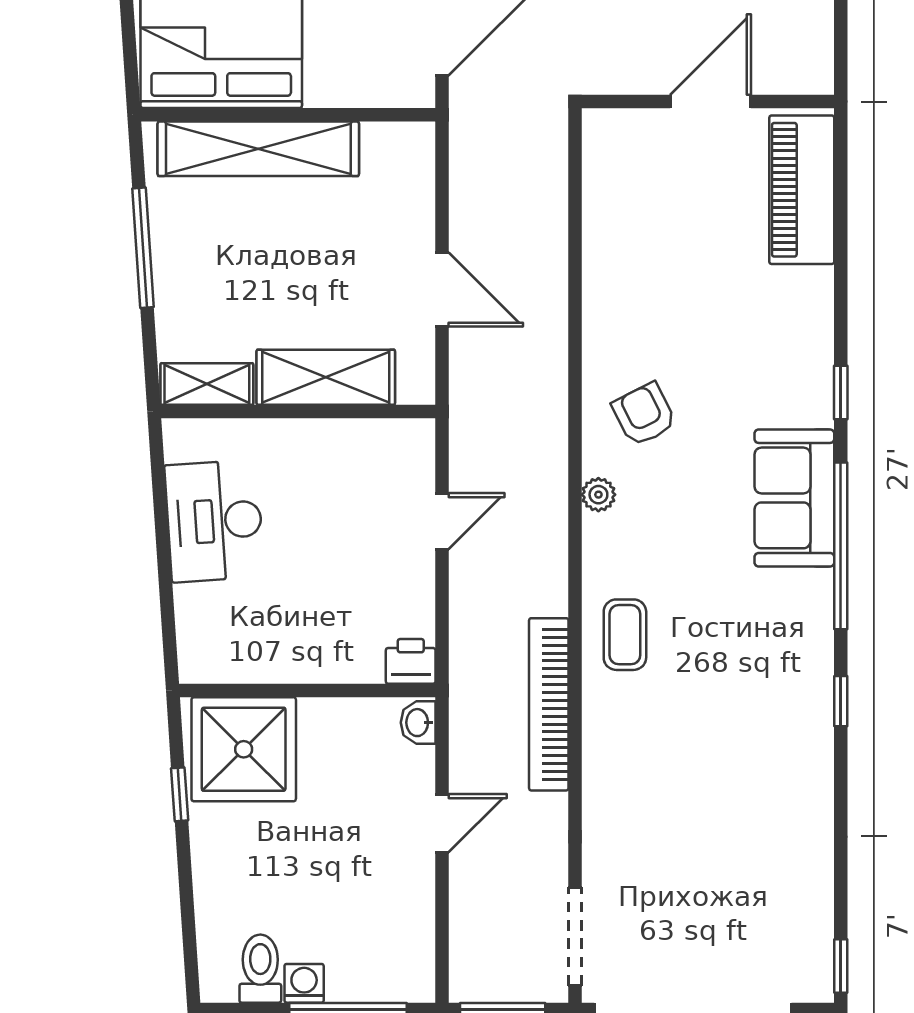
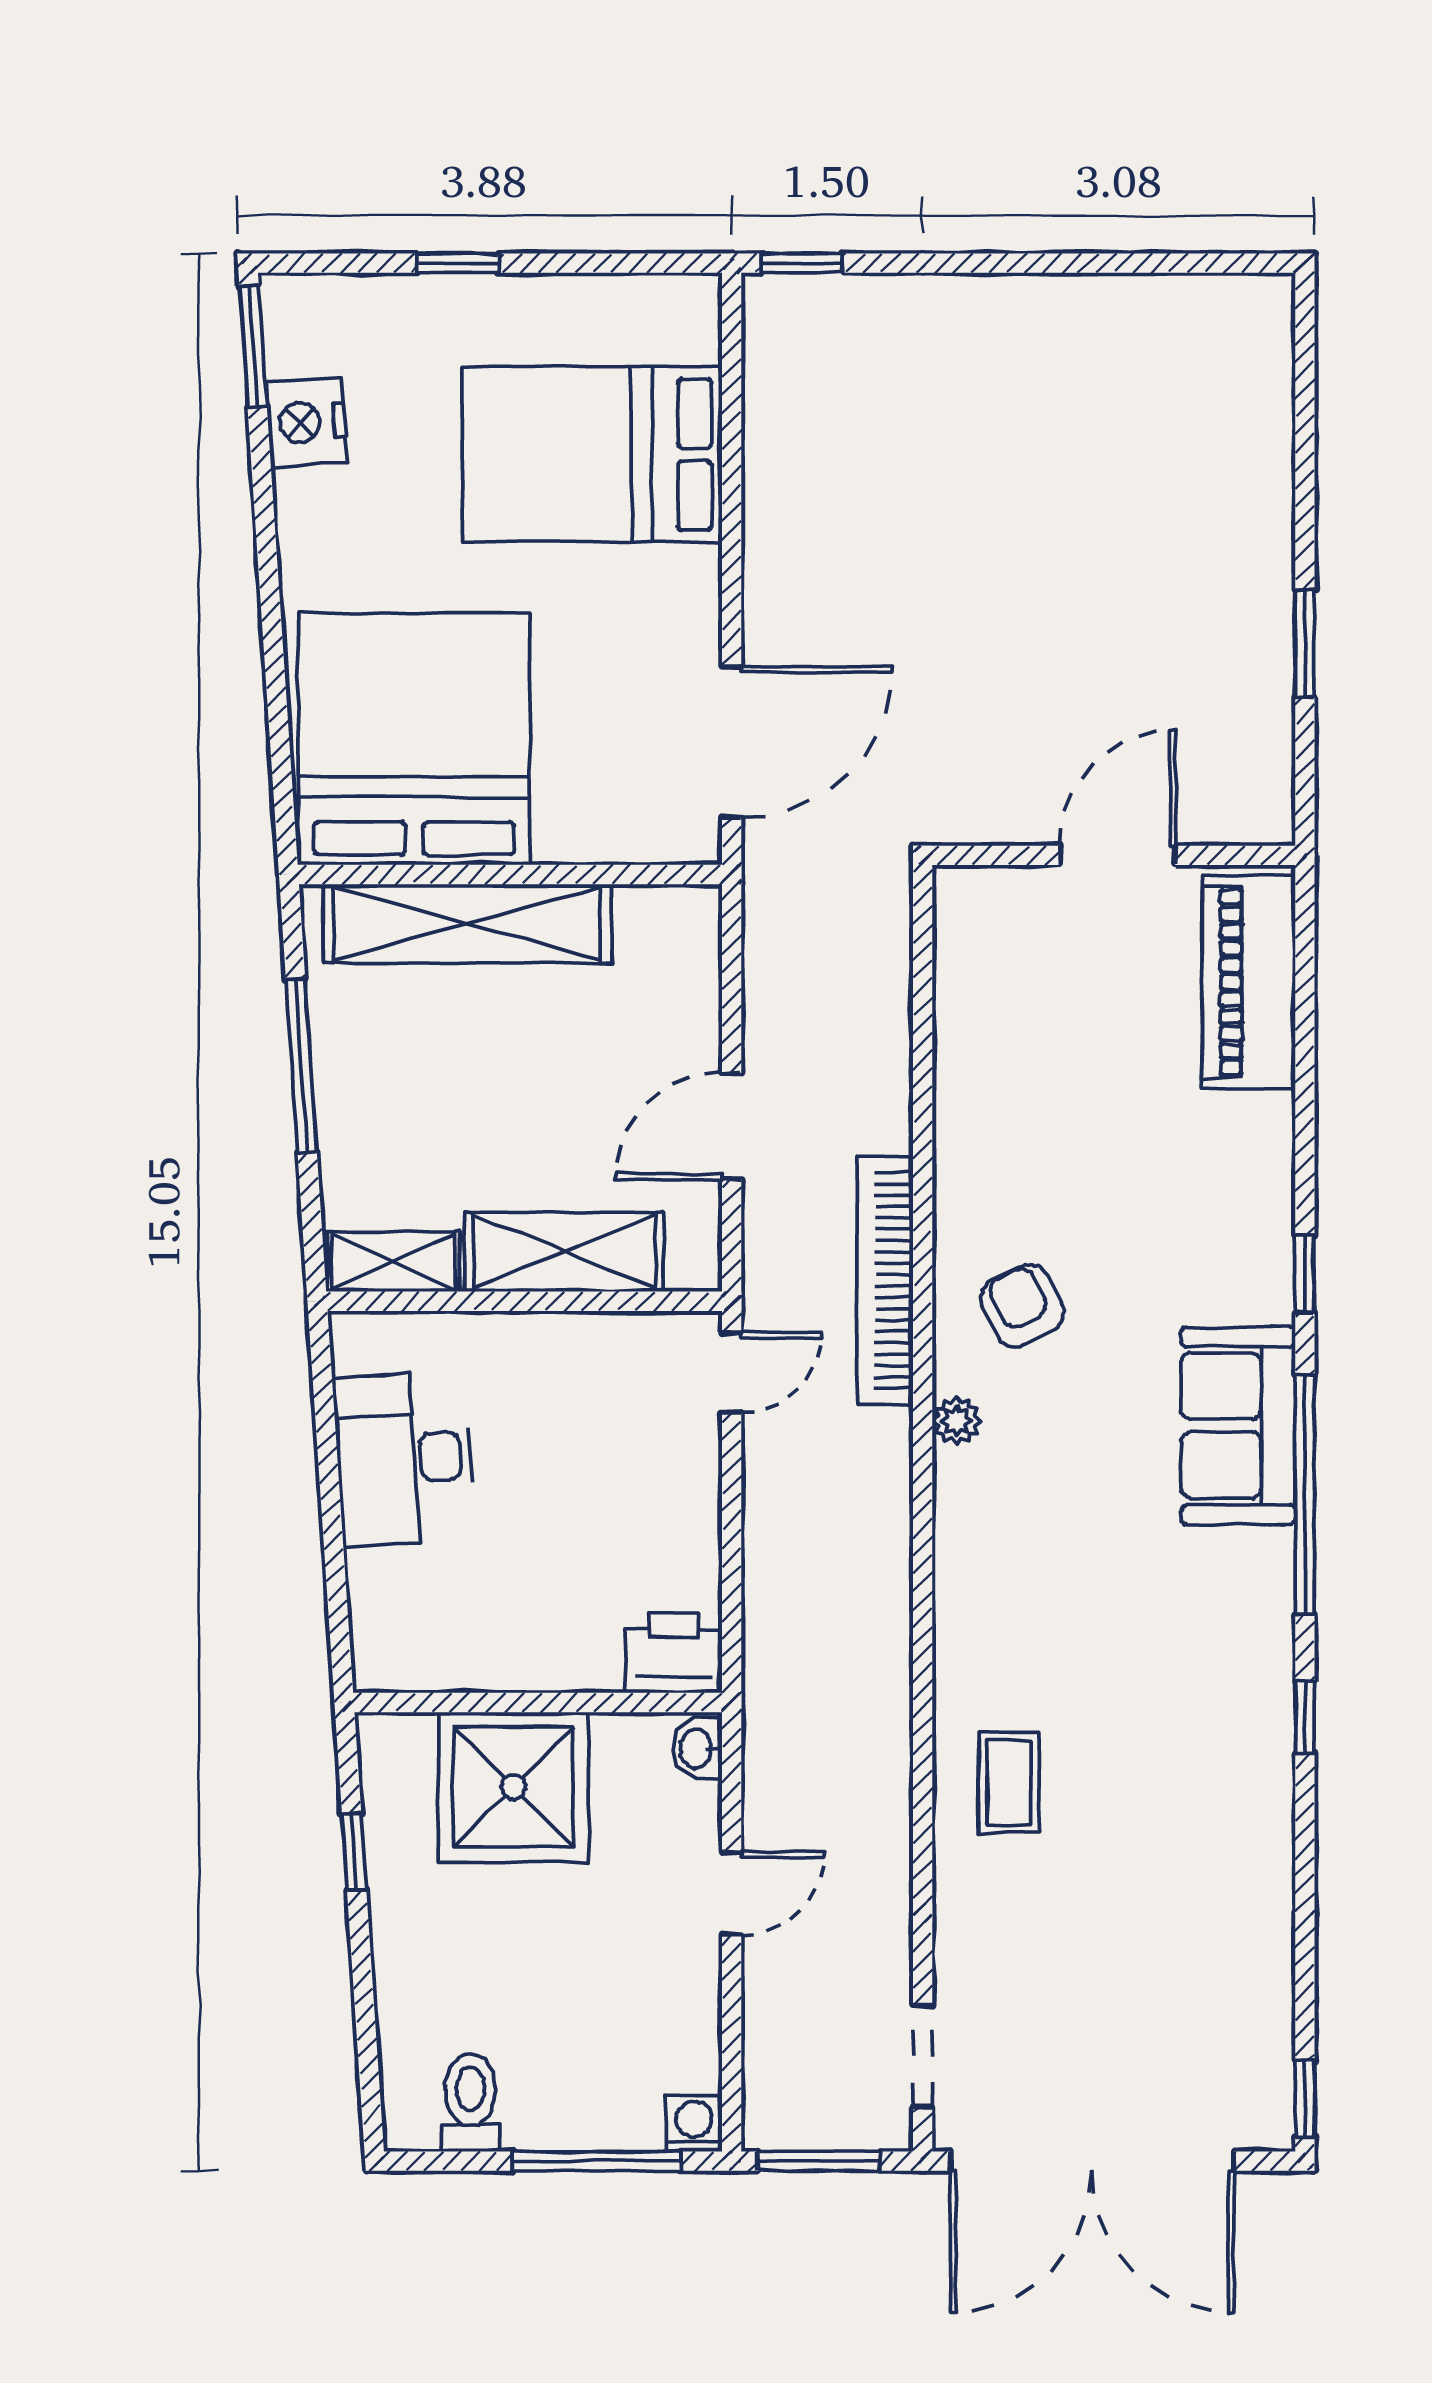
door: (442, 289) -> (732, 1126), swing flipped
door: (442, 521) -> (732, 1372), moved
coffee table: (625, 635) -> (1009, 1783), moved
printer: (411, 661) -> (674, 1653), width x1.36, depth x1.24
bookcase: (549, 704) -> (885, 1280), moved
shower: (244, 749) -> (513, 1787), moved
doorway: (575, 936) -> (923, 2056), width x0.73
washing machine: (304, 983) -> (694, 2123), moved

